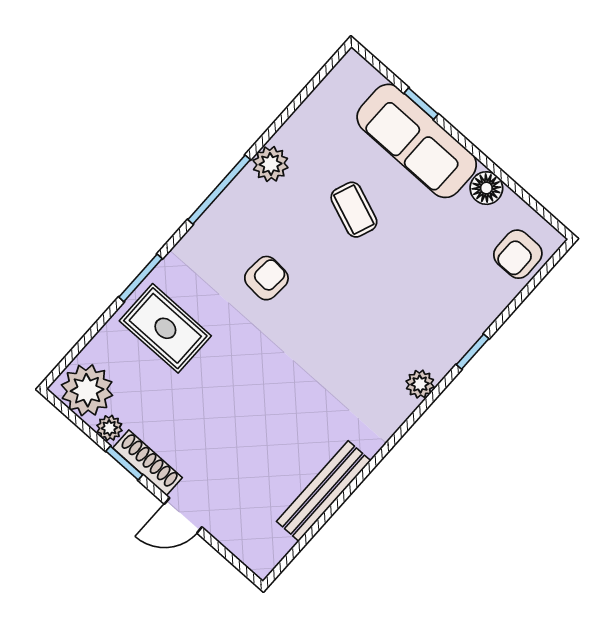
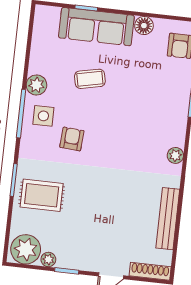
coffee table: (354, 210) -> (90, 79), turned -33
side table: (249, 216) -> (43, 116), added
plant: (420, 384) -> (175, 155), moved
shoe rack: (147, 463) -> (150, 271), moved

